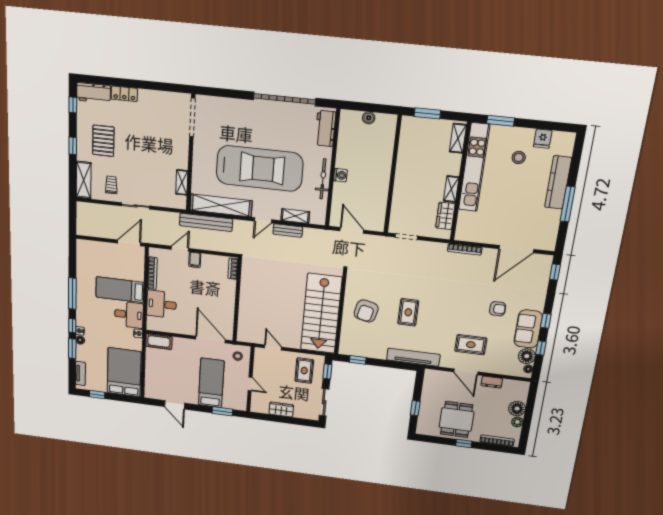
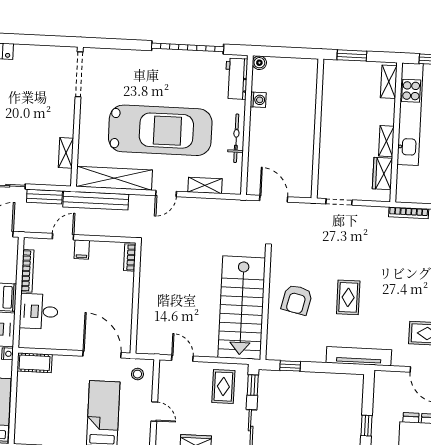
boiler: (369, 118) -> (259, 63), moved
washing machine: (340, 175) -> (258, 100), moved
bench: (288, 231) -> (44, 197), moved

